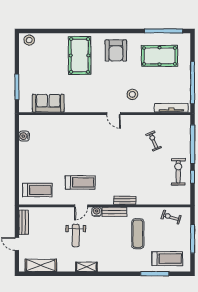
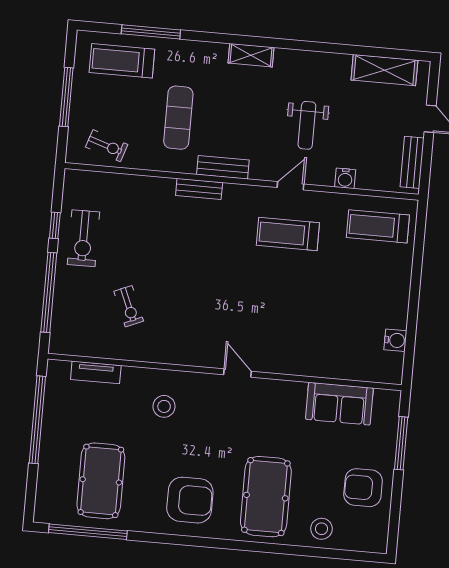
stool: (29, 40) -> (321, 529), moved
armchair: (116, 51) -> (190, 500), turned 90
pool table: (159, 56) -> (101, 481), turned 90
armchair: (33, 64) -> (363, 488), added
tv unit: (171, 108) -> (96, 372), width x0.71
door: (114, 114) -> (237, 373), moved
water cooler: (97, 212) -> (345, 178), moved
weight bench: (76, 236) -> (307, 125), turned 180
shelving: (86, 267) -> (251, 55), moved

